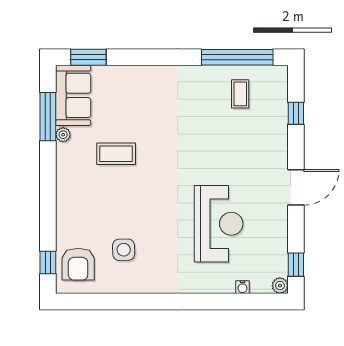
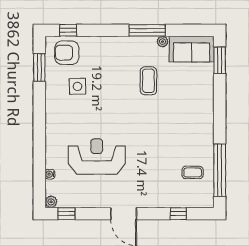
window: (48, 117) -> (147, 30), moved
reception desk: (219, 224) -> (97, 157), turned 180
window: (98, 301) -> (39, 67), added

